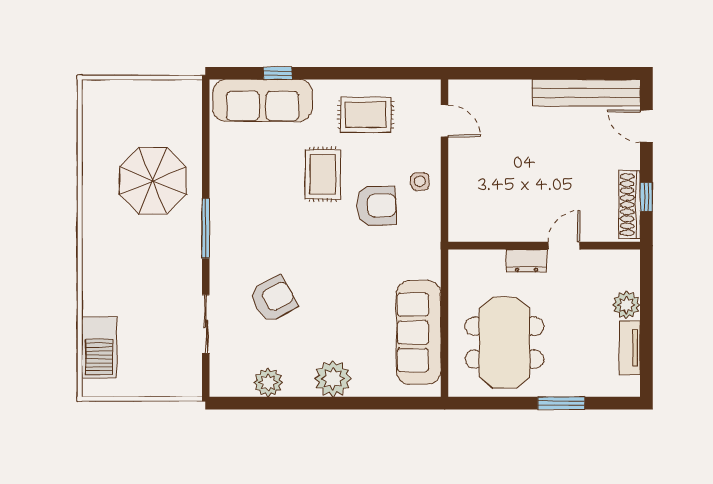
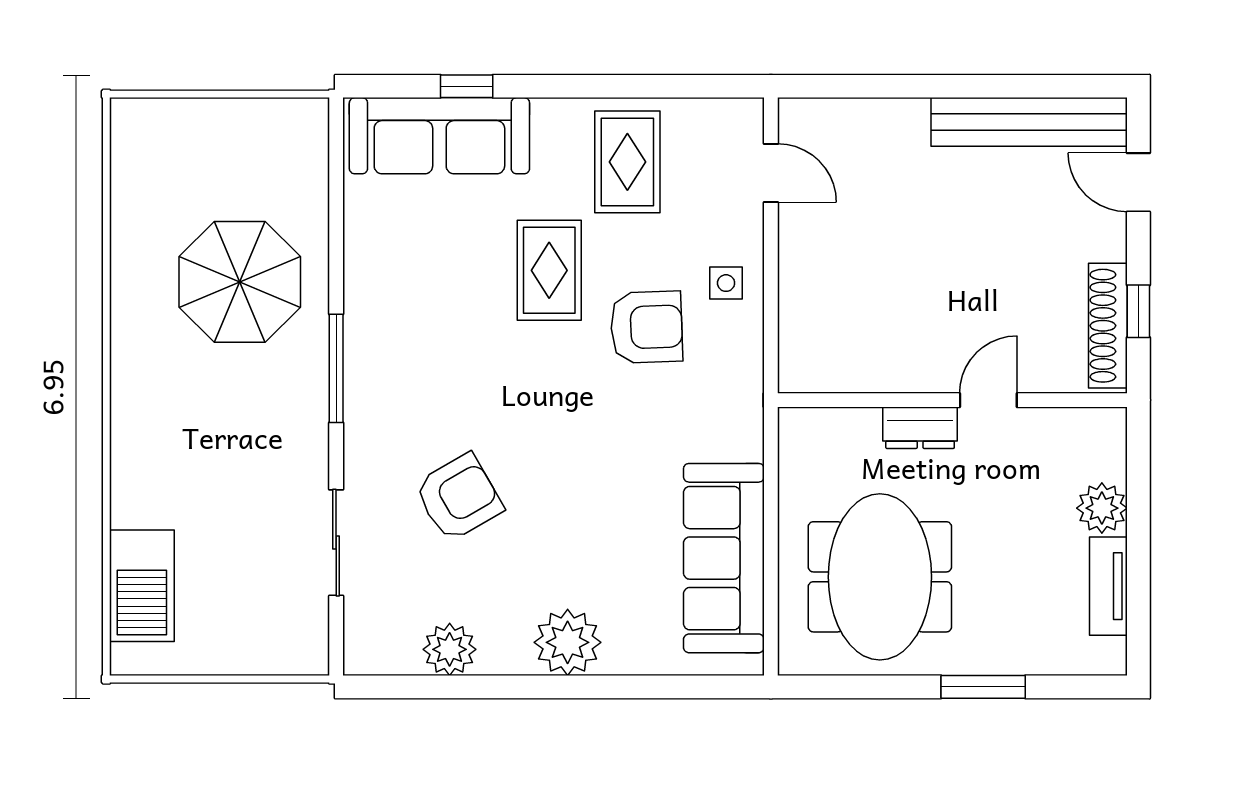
rug: (366, 115) -> (627, 162), turned 90

